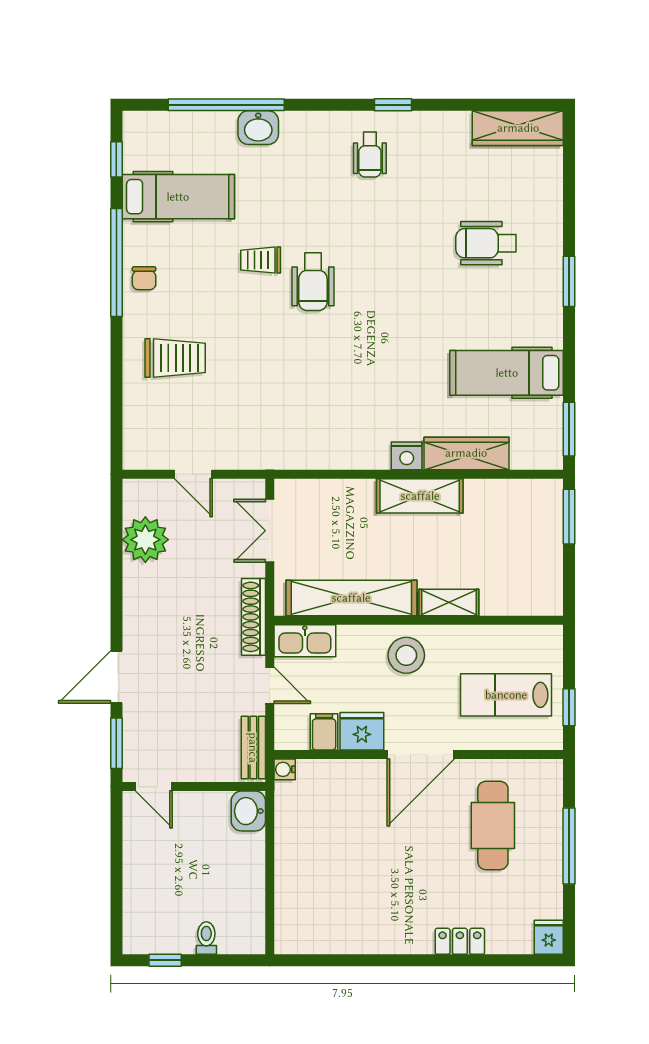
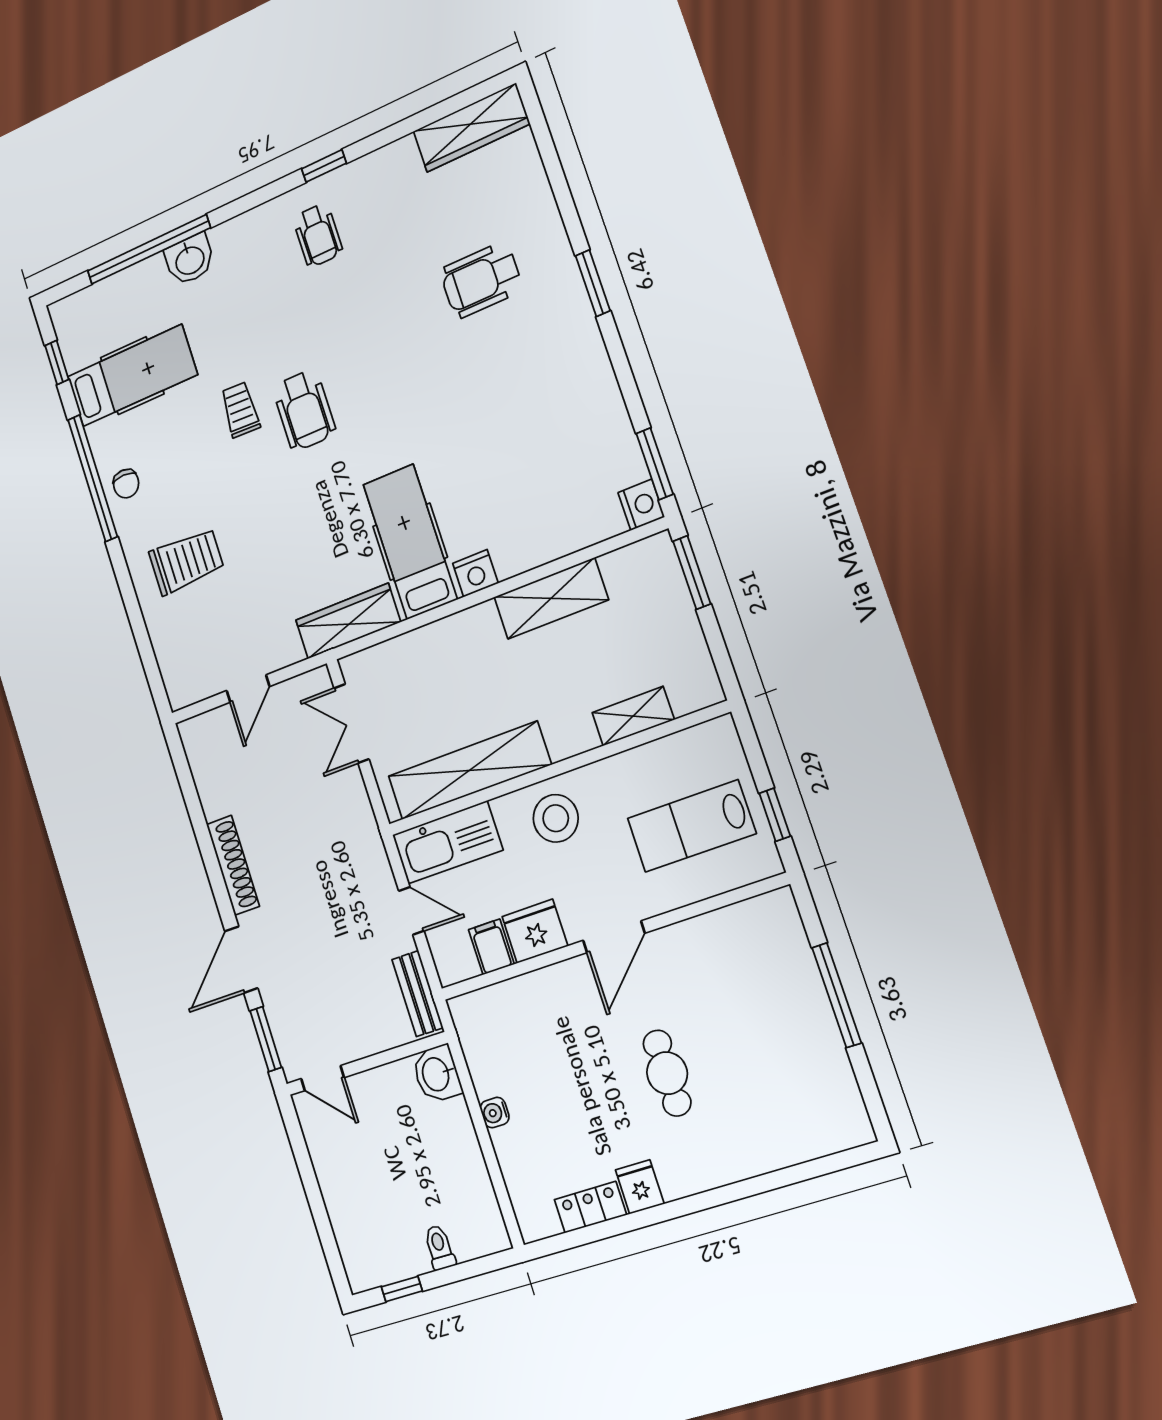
trolley: (261, 260) -> (240, 410), turned 92
hospital bed: (507, 373) -> (410, 542), moved, turned 90
wardrobe: (466, 453) -> (348, 621), moved
nightstand: (549, 454) -> (641, 505), added
door: (193, 474) -> (248, 689), hinge flipped
shelving: (420, 496) -> (551, 598), moved
plant: (145, 540) -> (221, 785), removed
shelving: (449, 602) -> (633, 716), moved
shoe rack: (253, 617) -> (233, 865), moved, turned 180
kitchen sink: (305, 641) -> (447, 842), width x1.36, depth x1.24
door: (421, 754) -> (614, 937), width x0.73
water cooler: (285, 769) -> (495, 1113), moved
cafe table: (493, 825) -> (667, 1073), moved, width x0.73, depth x0.74
fridge: (549, 937) -> (640, 1187), moved
locker: (460, 941) -> (590, 1207), moved

